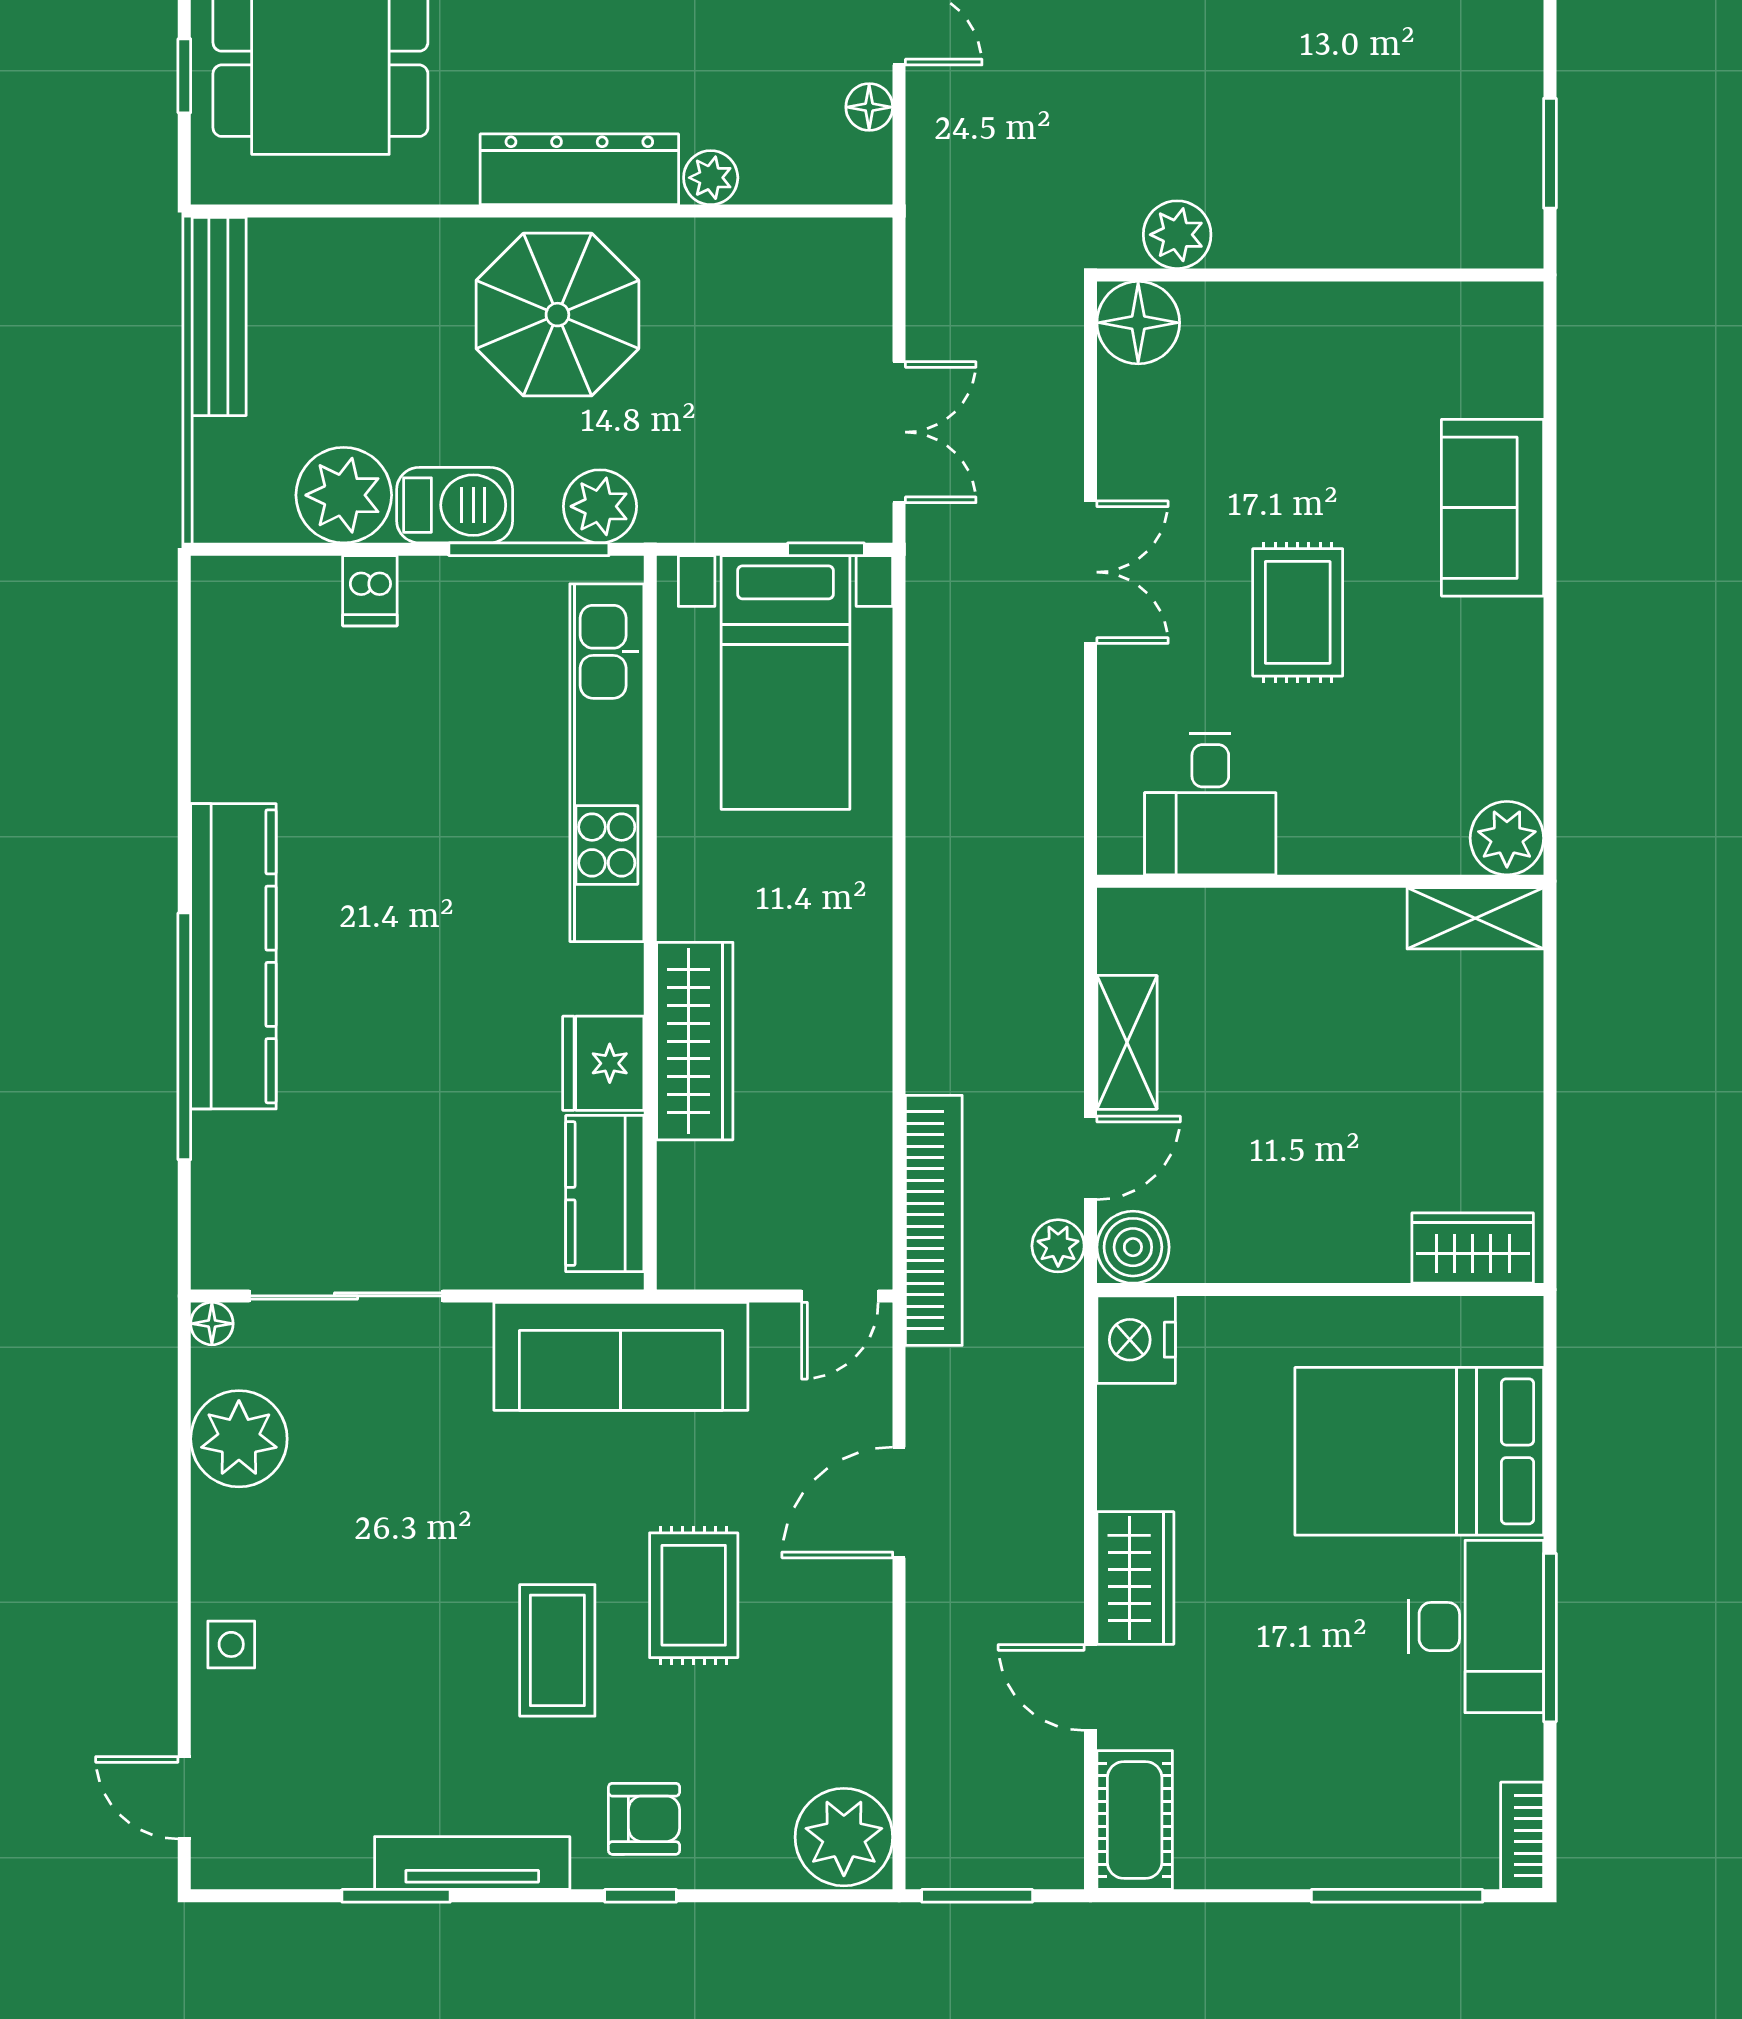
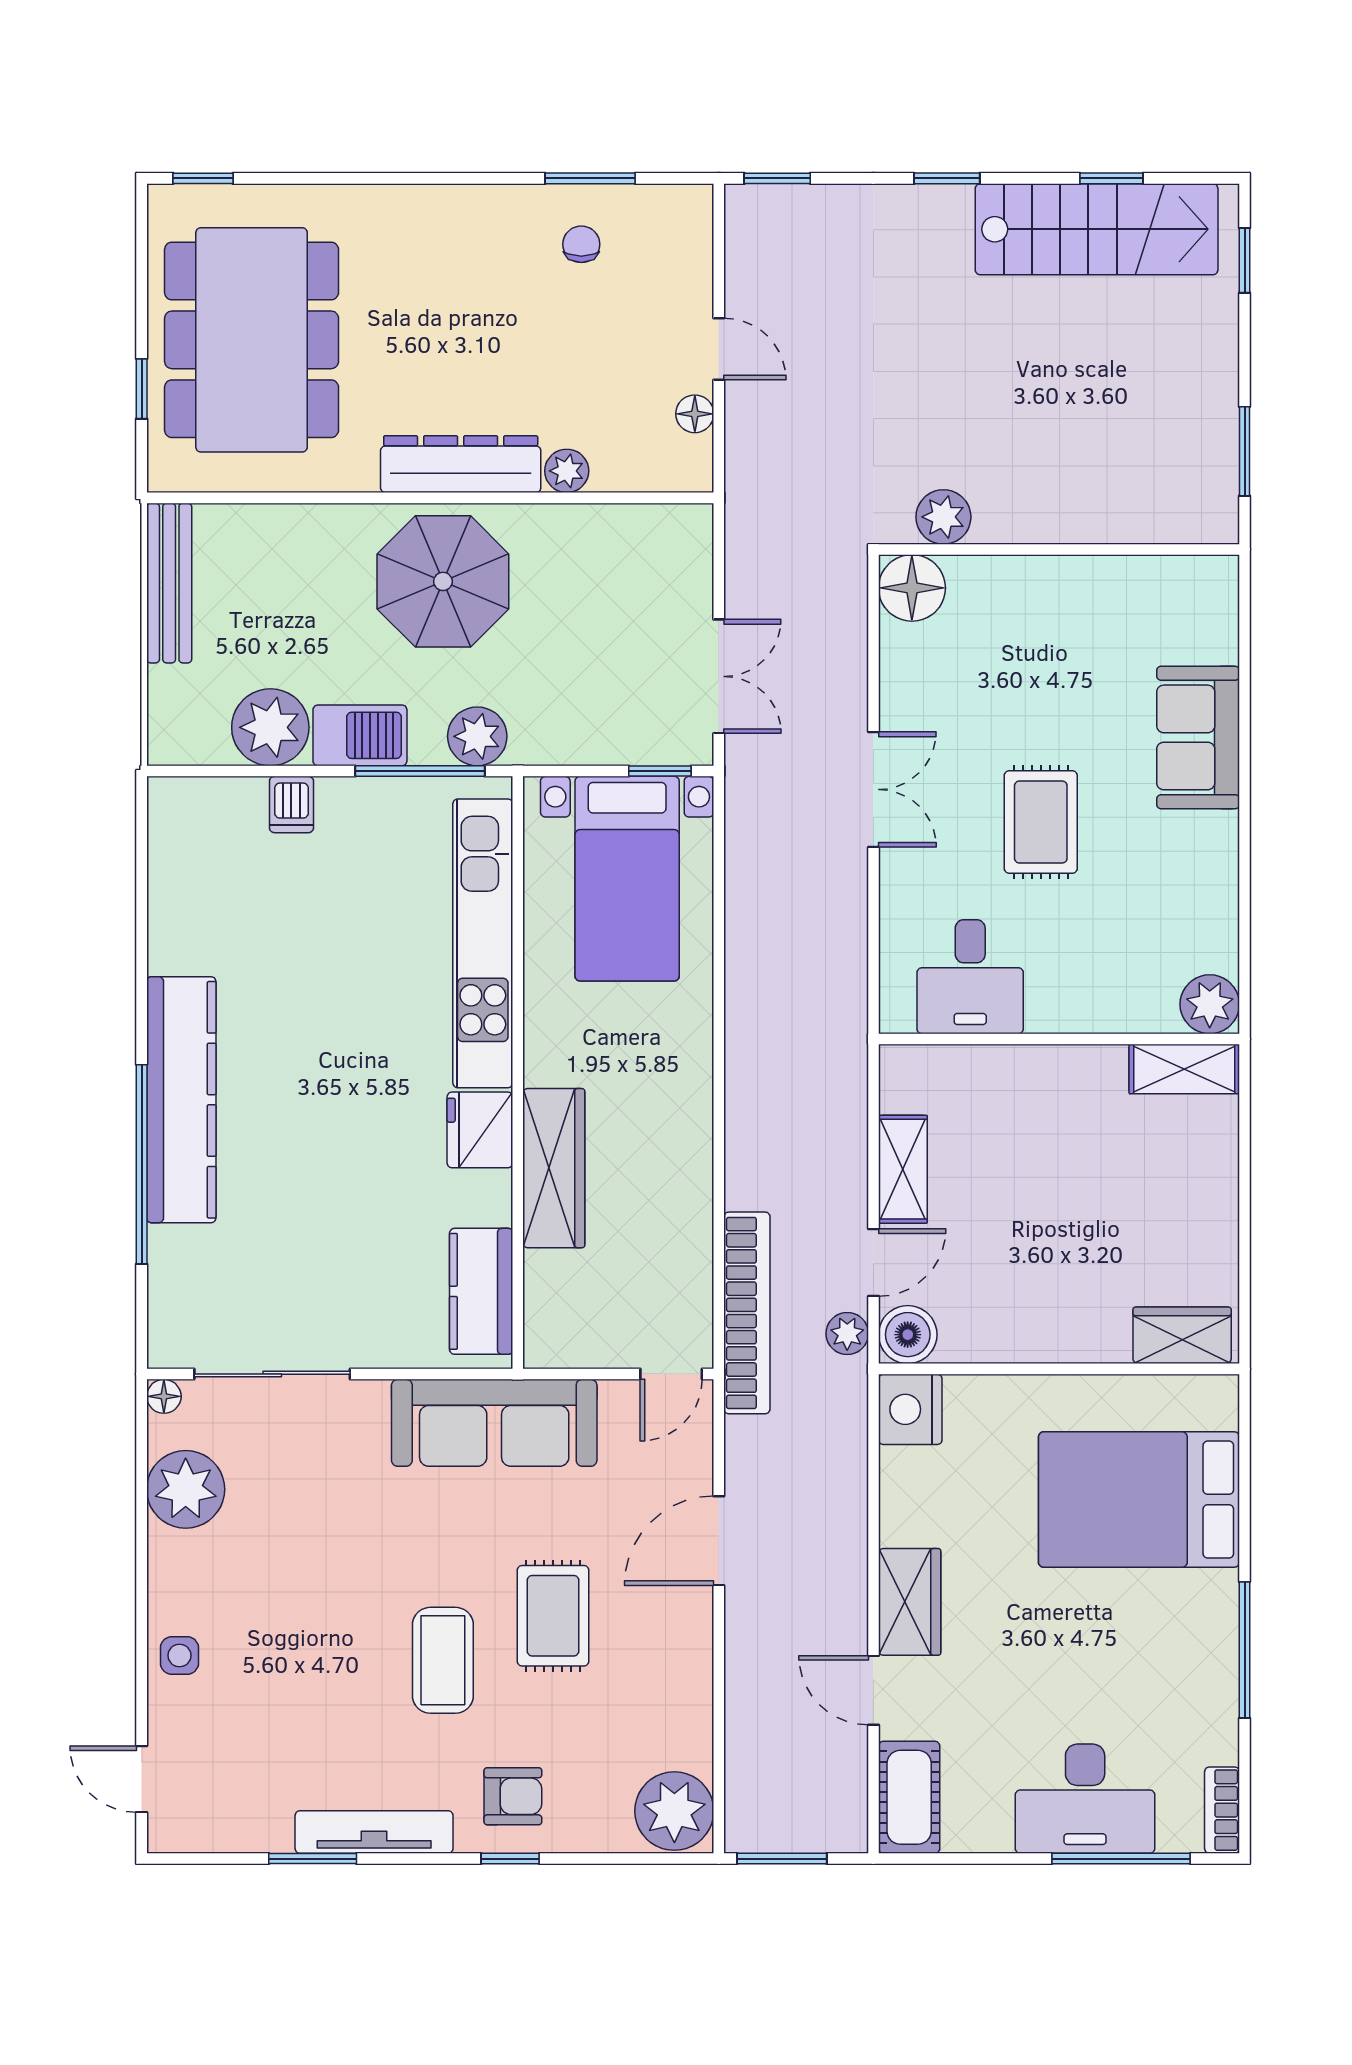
fridge: (603, 1063) -> (480, 1130), moved
desk: (1476, 1627) -> (1085, 1799), moved, turned 90

